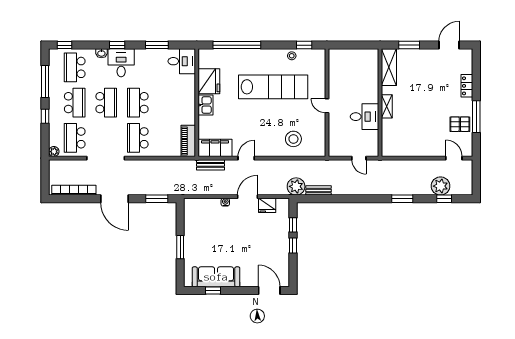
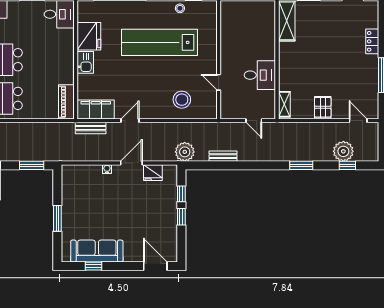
lab bench: (273, 87) -> (160, 42), turned 180
door: (327, 106) -> (219, 82), moved
shelving: (387, 106) -> (284, 104), moved
pallet: (460, 124) -> (323, 107), moved, turned 90
bench: (318, 190) -> (223, 156), moved

